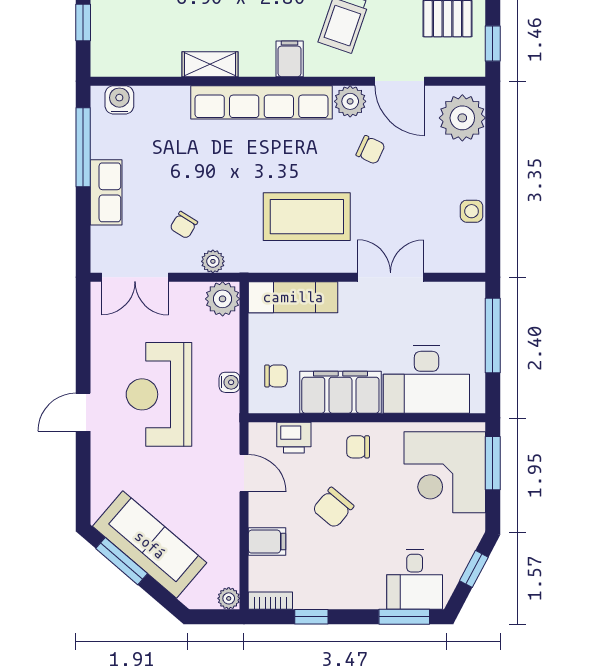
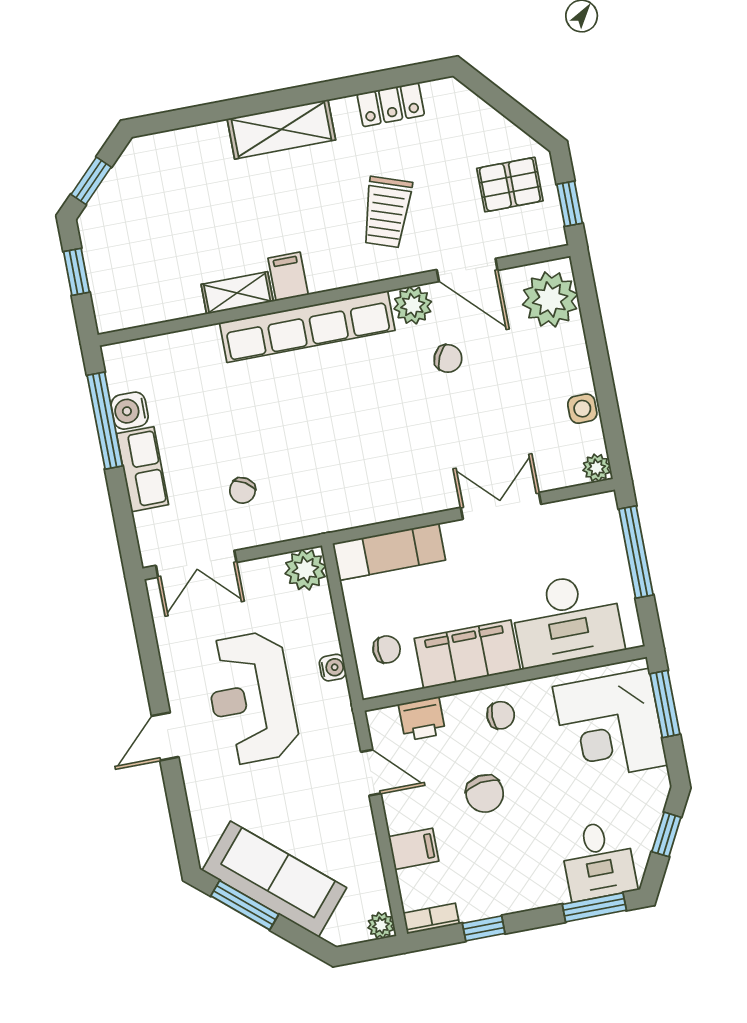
filing cabinet: (290, 59) -> (288, 277), moved
water cooler: (119, 100) -> (130, 411), moved, turned -90
coffee table: (307, 217) -> (387, 453), removed
plant: (213, 261) -> (597, 468), moved
chair: (358, 447) -> (501, 715), turned 180
chair: (333, 508) -> (485, 794), turned -49

